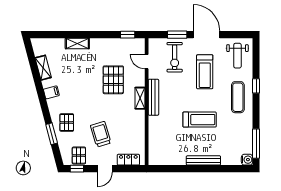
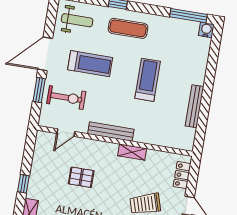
window: (128, 35) -> (23, 184), moved
pallet: (113, 80) -> (81, 177), width x0.67, depth x0.71
shelving: (140, 98) -> (132, 152), moved
bench: (203, 160) -> (195, 106), moved

